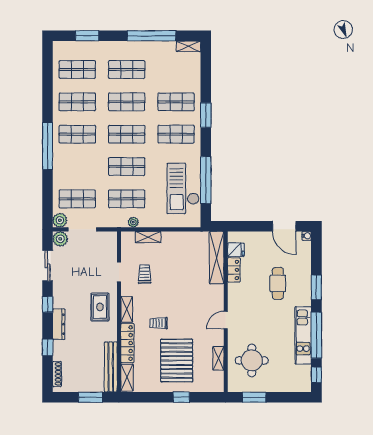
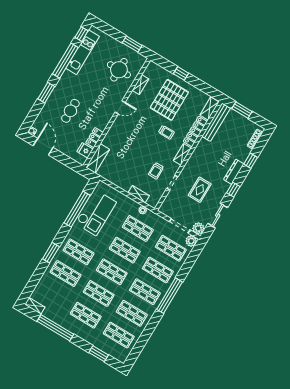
shop shelf: (77, 167) -> (158, 270), added
shelving: (217, 258) -> (98, 158), width x0.68
rug: (100, 307) -> (200, 190), moved
kitchen unit: (303, 335) -> (83, 52), moved

